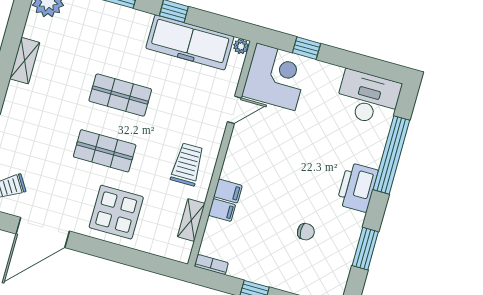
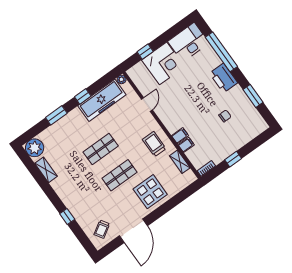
shelving: (25, 61) -> (46, 170), moved
corner desk: (276, 77) -> (163, 63), moved, turned 90

